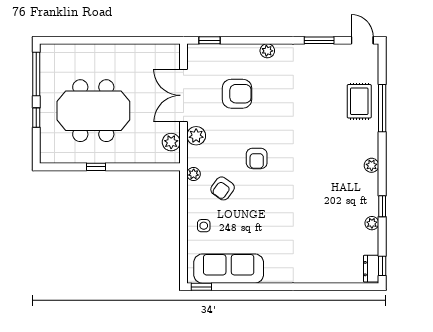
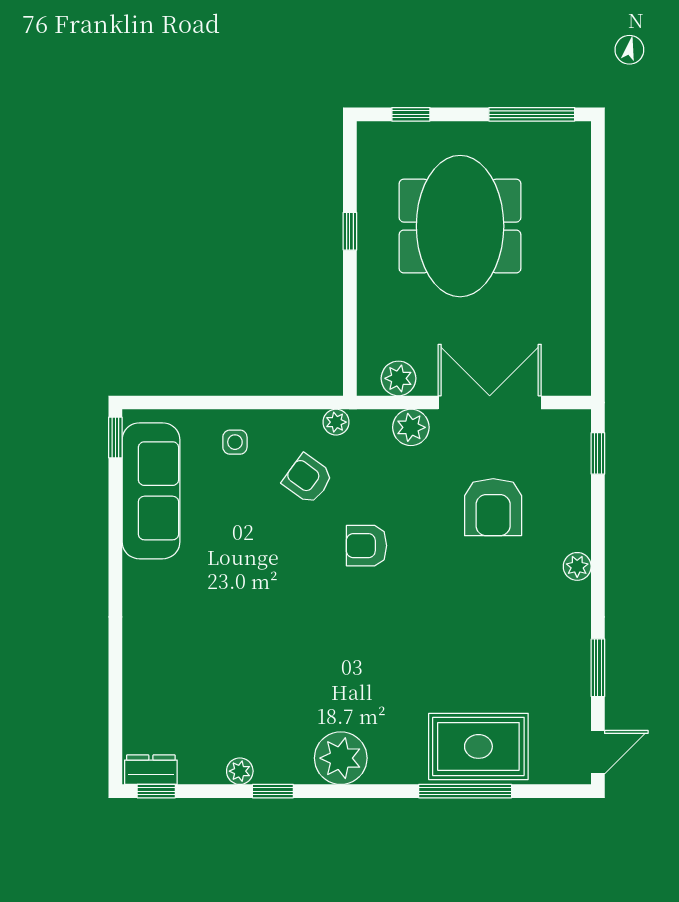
rug: (359, 101) -> (478, 746), width x1.36, depth x1.43
window: (36, 118) -> (411, 114), moved
plant: (372, 165) -> (341, 758), width x1.88, depth x1.88

